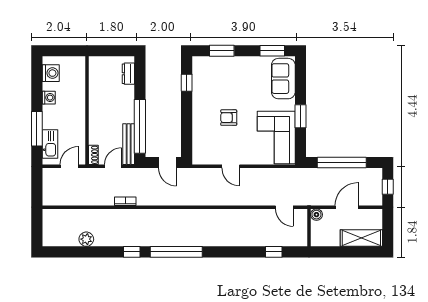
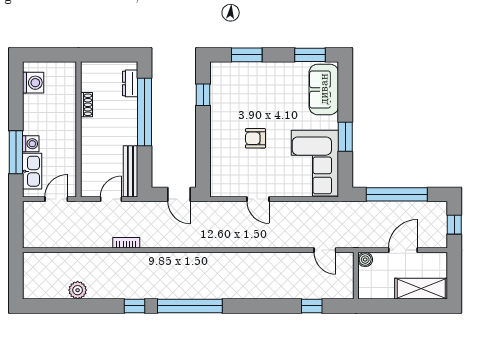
washing machine: (49, 98) -> (31, 144), moved
window: (140, 126) -> (144, 112), moved
shoe rack: (93, 155) -> (86, 105), moved

